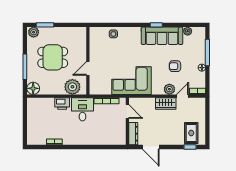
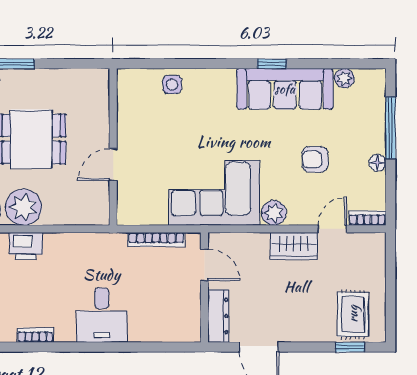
plant: (72, 87) -> (23, 207), moved
plant: (169, 89) -> (274, 213), moved
printer: (62, 103) -> (26, 246), moved
desk: (82, 109) -> (102, 315), moved, turned 180

